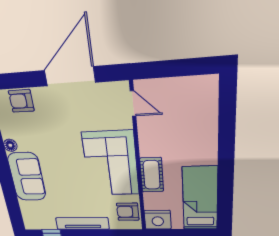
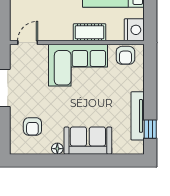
armchair: (21, 101) -> (32, 127), moved
tv unit: (82, 223) -> (138, 116), moved

